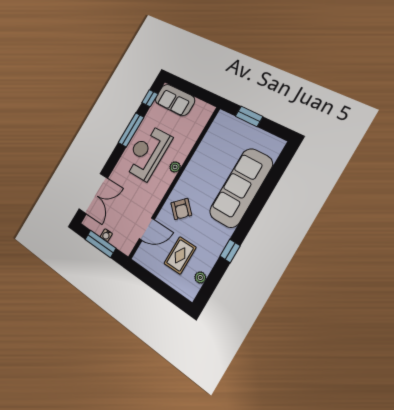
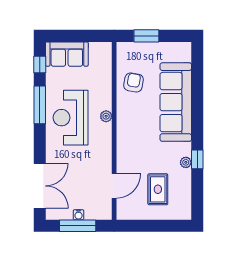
armchair: (181, 209) -> (134, 82), moved, turned -125
plant: (200, 277) -> (186, 162), moved

